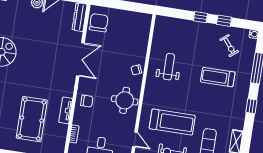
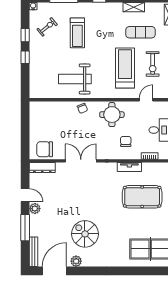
weight bench: (169, 67) -> (75, 79), width x1.36, depth x1.33
chair: (87, 101) -> (126, 141), moved

